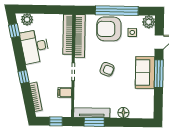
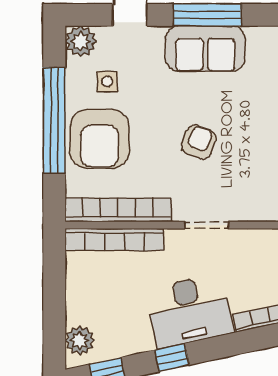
desk: (35, 46) -> (189, 311), moved
window: (23, 77) -> (172, 358), moved
filing cabinet: (65, 92) -> (257, 245), removed

